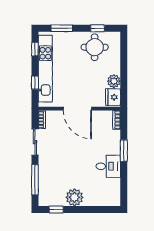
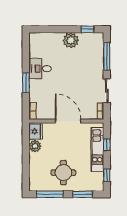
window: (97, 28) -> (50, 194), width x2.17
round table: (95, 47) -> (63, 173), moved
kitchen unit: (45, 69) -> (97, 149), width x0.73

